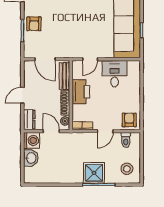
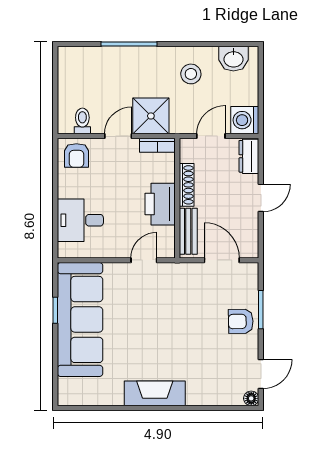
armchair: (34, 24) -> (241, 321), turned -91
desk: (115, 74) -> (80, 220), moved, turned 90
plant: (65, 121) -> (187, 154), removed
door: (51, 131) -> (211, 136), swing flipped
washbasin: (31, 158) -> (233, 59), moved, turned -90
stool: (127, 169) -> (191, 74), moved
shower: (94, 173) -> (151, 116), moved

